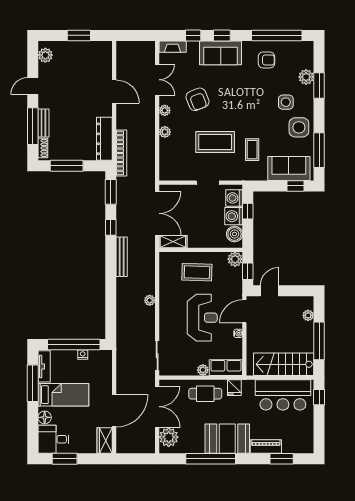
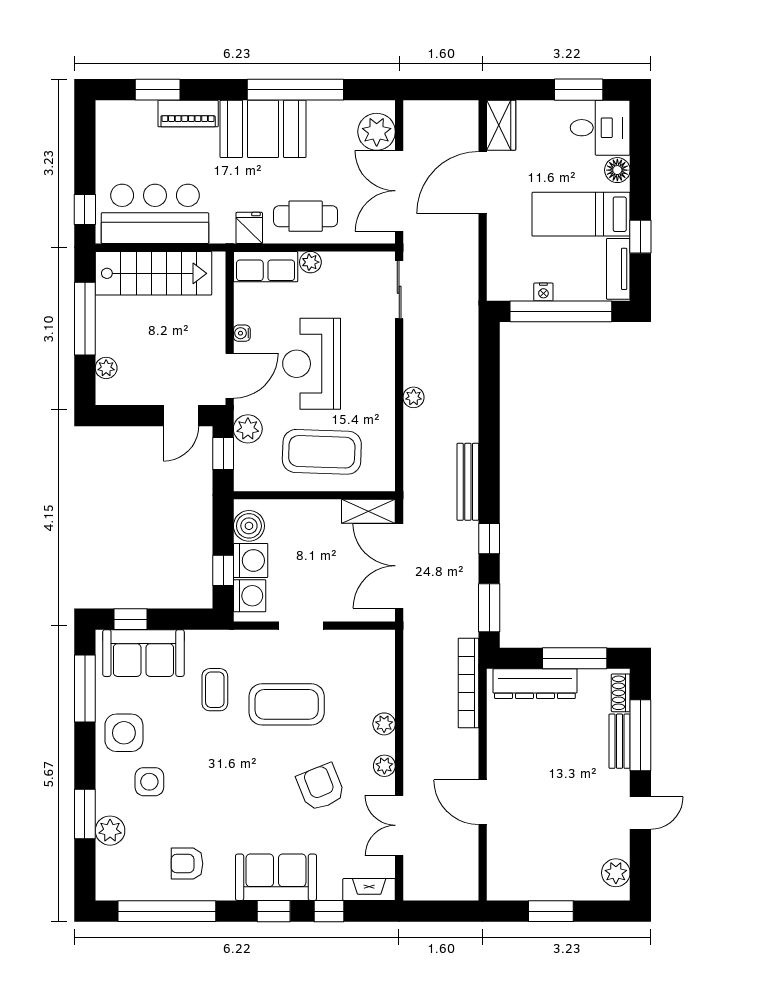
dresser: (104, 139) -> (535, 684), moved, turned 90
plant: (235, 259) -> (248, 429), moved
coffee table: (197, 272) -> (322, 452), width x1.36, depth x1.32
window: (33, 383) -> (640, 237), width x0.46

